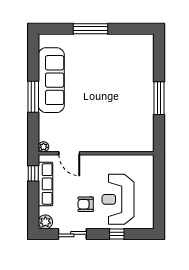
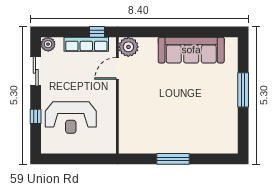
window: (33, 97) -> (174, 32), removed
plant: (44, 147) -> (128, 47), width x1.88, depth x1.88
reception desk: (118, 199) -> (71, 117), turned 180
armchair: (86, 204) -> (66, 85), removed

